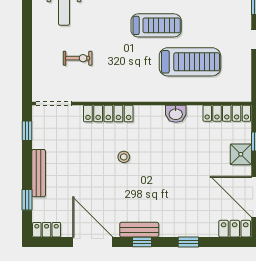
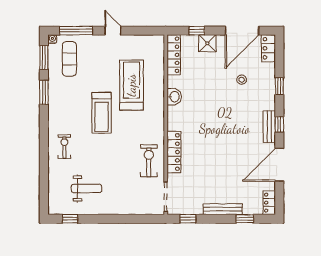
treadmill: (156, 25) -> (102, 113), turned 180
exercise bike: (78, 58) -> (149, 161), moved, width x1.38, depth x1.39
stool: (124, 157) -> (242, 80), moved

